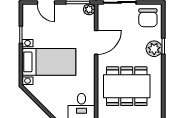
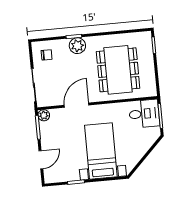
chair: (148, 18) -> (47, 55), width x0.54, depth x0.54
door: (96, 42) -> (77, 105), hinge flipped

